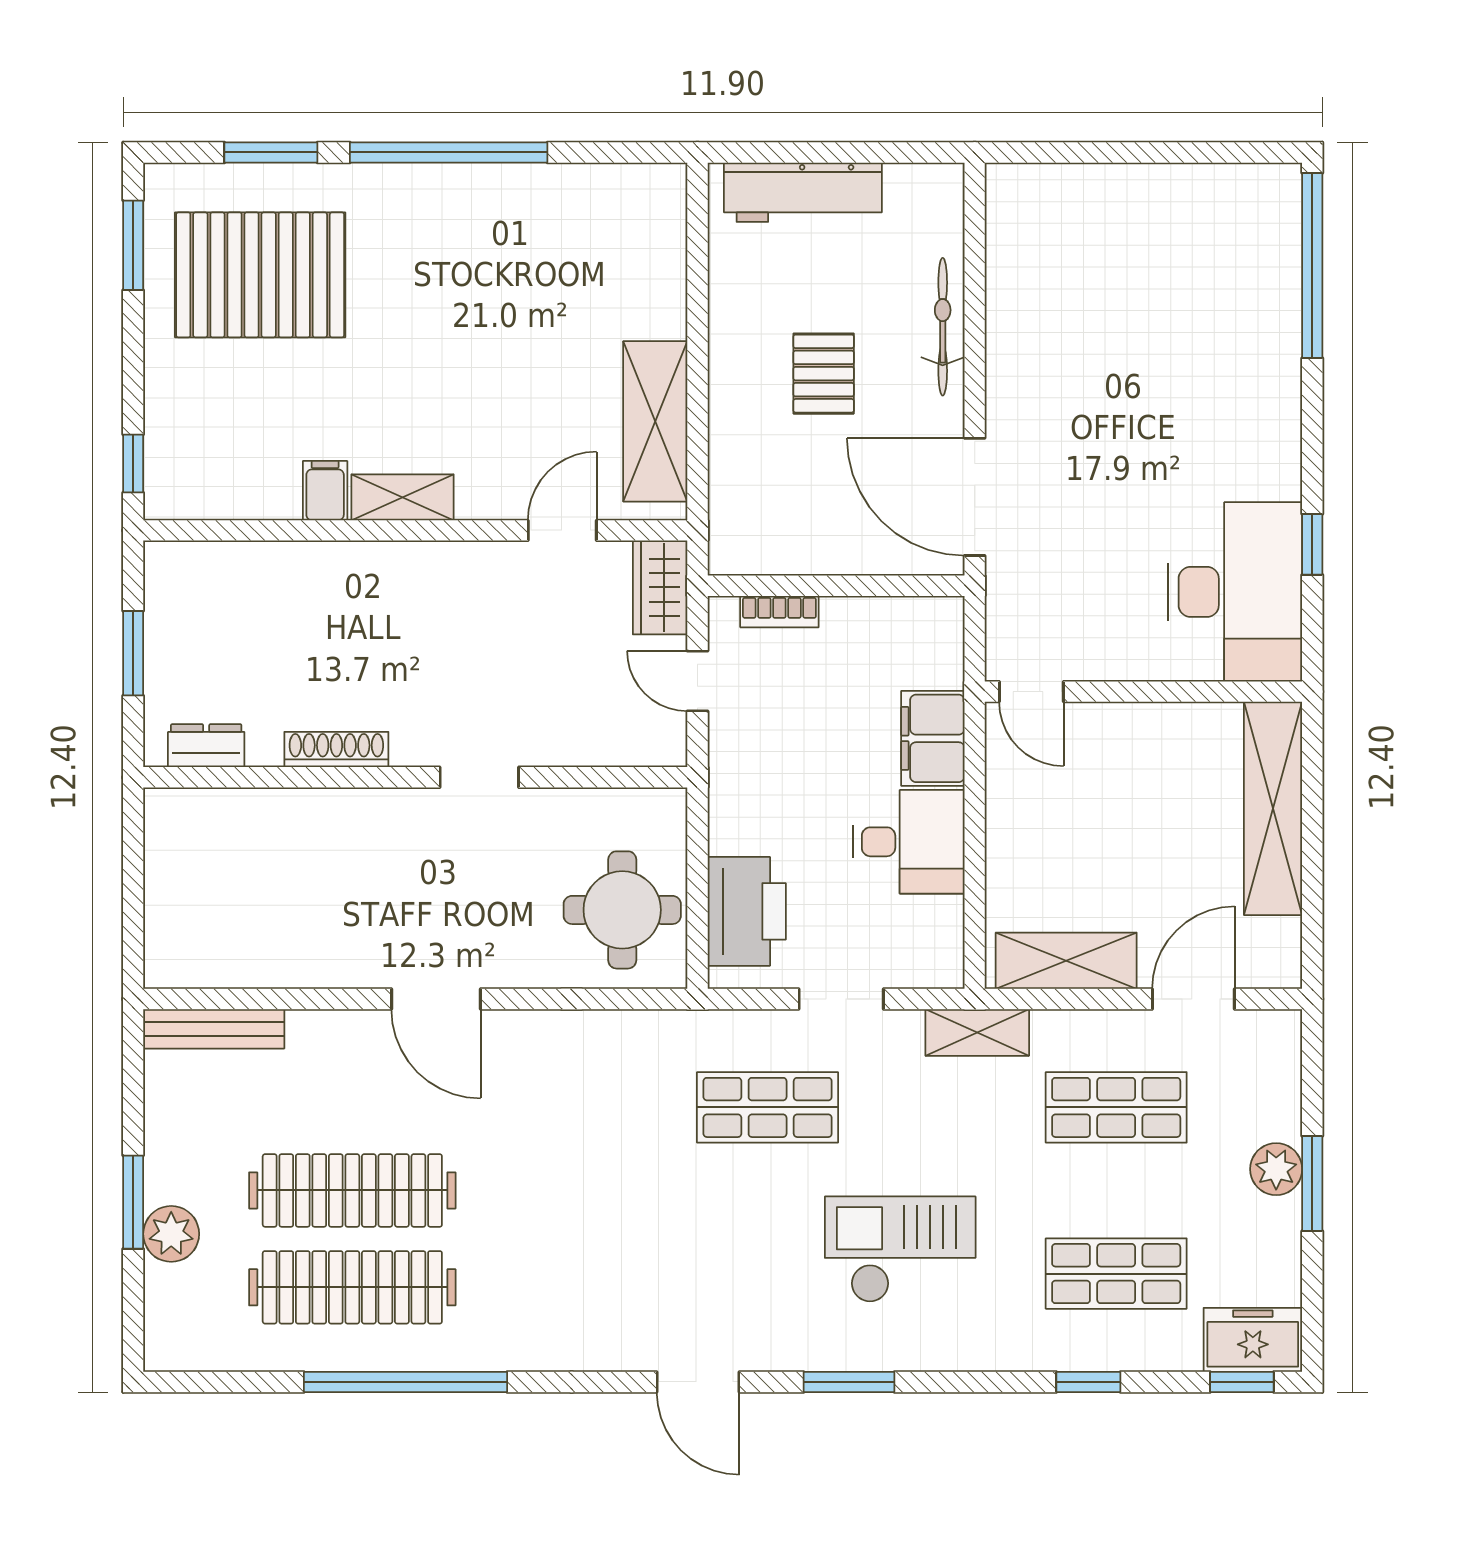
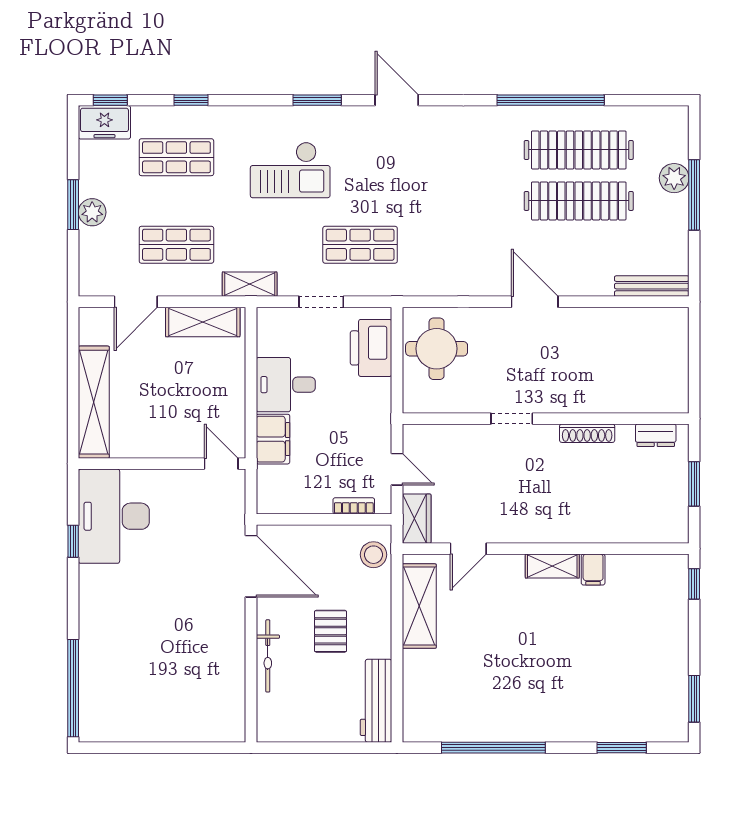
window: (449, 152) -> (493, 748), moved
workbench: (803, 192) -> (376, 701), moved, turned -90
pallet: (260, 275) -> (627, 683), removed
stool: (742, 519) -> (373, 555), added
window: (133, 1202) -> (694, 195), width x1.44

